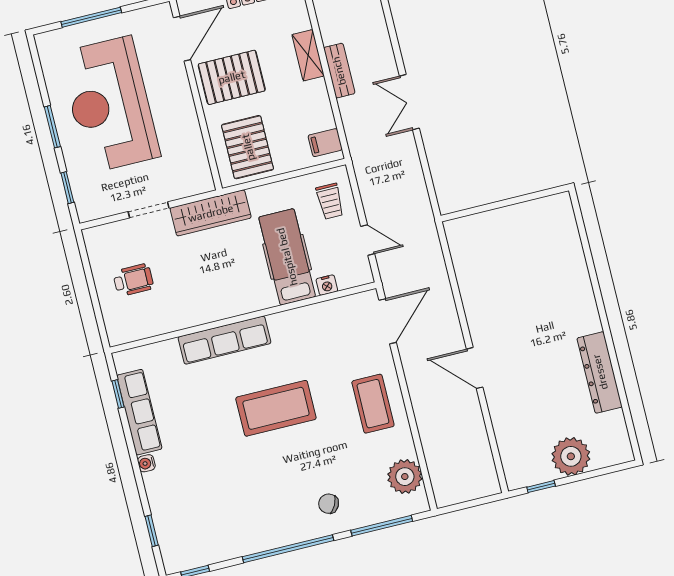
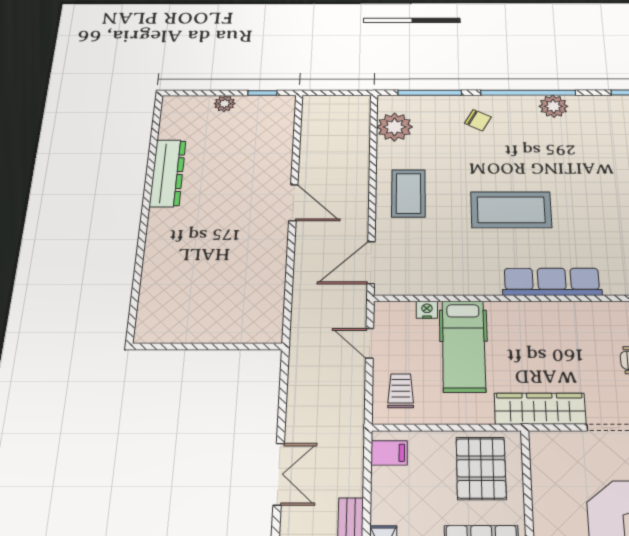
plant: (571, 456) -> (225, 104), width x0.53, depth x0.53
plant: (261, 538) -> (553, 106), added

